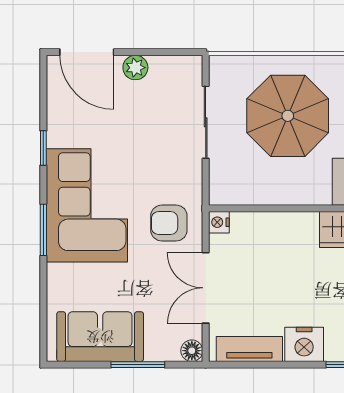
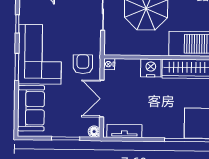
armchair: (169, 223) -> (83, 64), turned 90
sofa: (100, 337) -> (31, 108), moved, turned 90
nightstand: (304, 344) -> (151, 68), moved, turned 180

